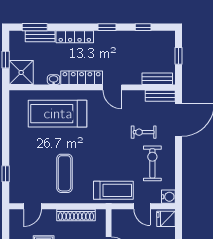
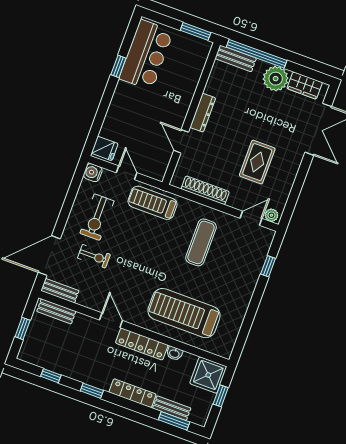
treadmill: (58, 114) -> (184, 313), turned 180
plant: (18, 214) -> (271, 215), added

